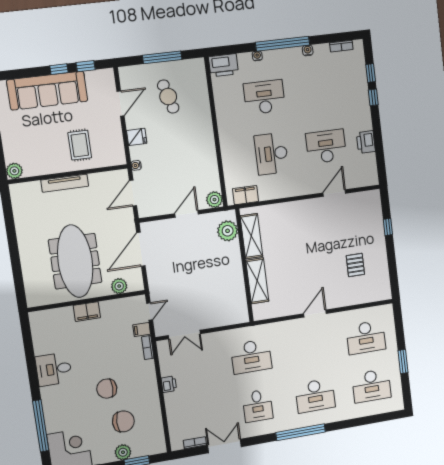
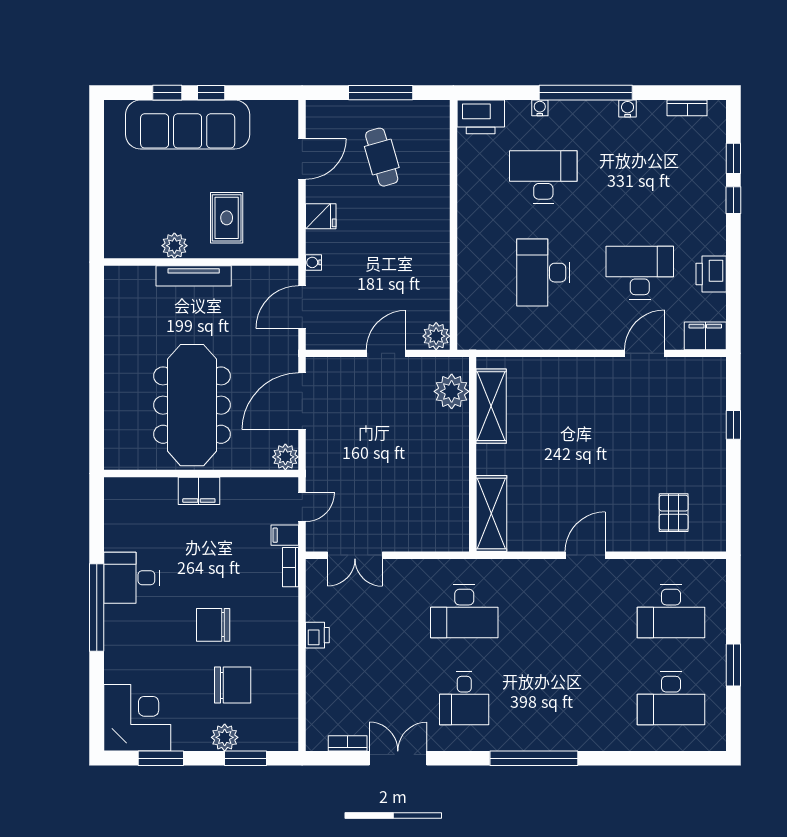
window: (86, 66) -> (167, 93), moved
plant: (14, 171) -> (174, 246), moved
filing cabinet: (246, 195) -> (705, 336), moved
pallet: (355, 265) -> (674, 513), moved
shelving: (257, 281) -> (491, 514), moved
plant: (119, 286) -> (285, 457), moved
desk: (315, 396) -> (568, 698), removed
window: (41, 426) -> (97, 607), moved

